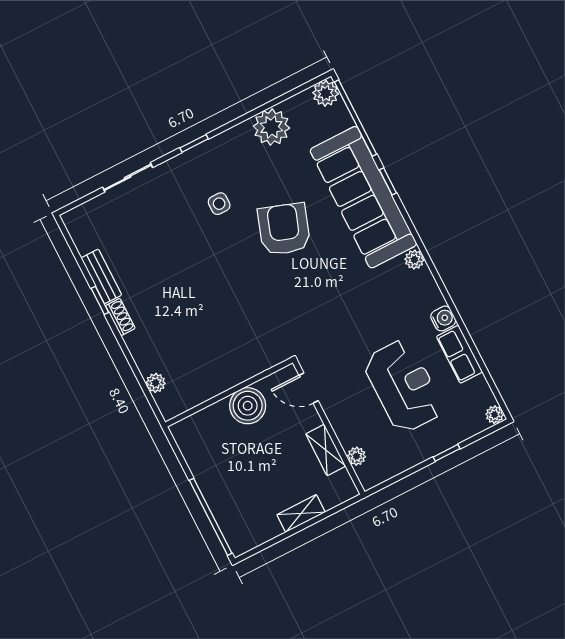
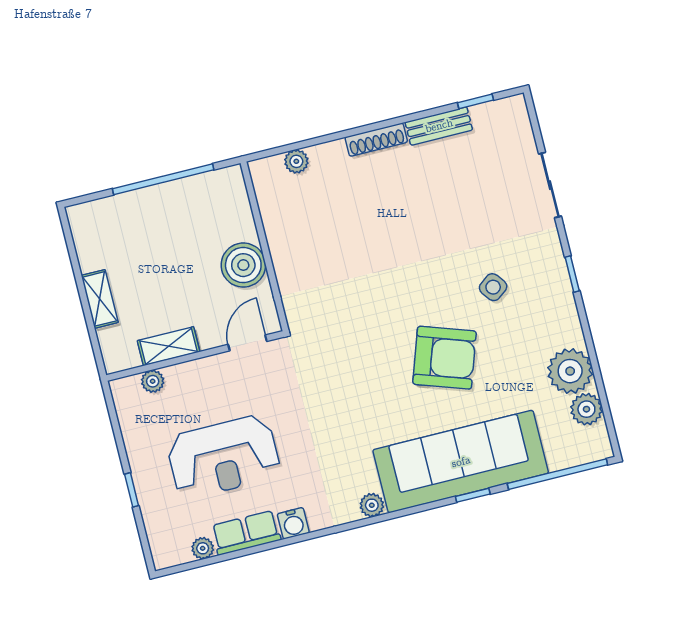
plant: (326, 93) -> (586, 409), moved
side table: (219, 204) -> (493, 287), turned -37
window: (100, 300) -> (475, 101), moved
shoe rack: (120, 317) -> (376, 140), width x1.43
plant: (495, 415) -> (203, 548), moved
window: (211, 517) -> (163, 179), moved

